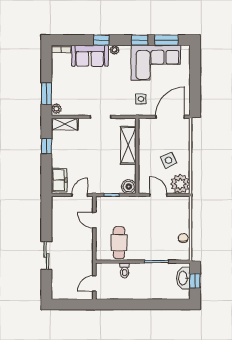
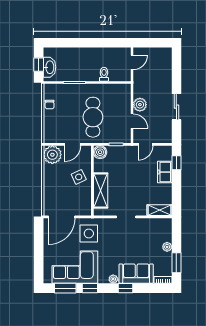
window: (46, 94) -> (176, 263), moved
side table: (141, 99) -> (89, 233), width x1.87, depth x1.87
plant: (56, 109) -> (167, 247), moved
window: (46, 146) -> (176, 163), moved
side table: (169, 160) -> (79, 177), moved
freezer: (59, 180) -> (165, 172), moved
door: (158, 195) -> (73, 144), hinge flipped
plant: (86, 238) -> (140, 105), added
cafe table: (119, 243) -> (93, 117), moved, width x1.37, depth x1.35
sliding door: (46, 255) -> (176, 107), moved

